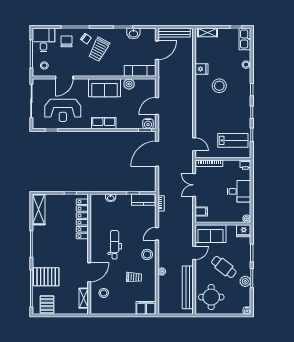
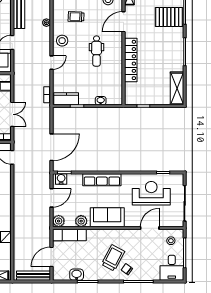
chair: (67, 41) -> (147, 266), removed
plant: (150, 84) -> (59, 221), added
row of seats: (104, 123) -> (102, 180), width x1.48
locker: (82, 219) -> (131, 60), moved

